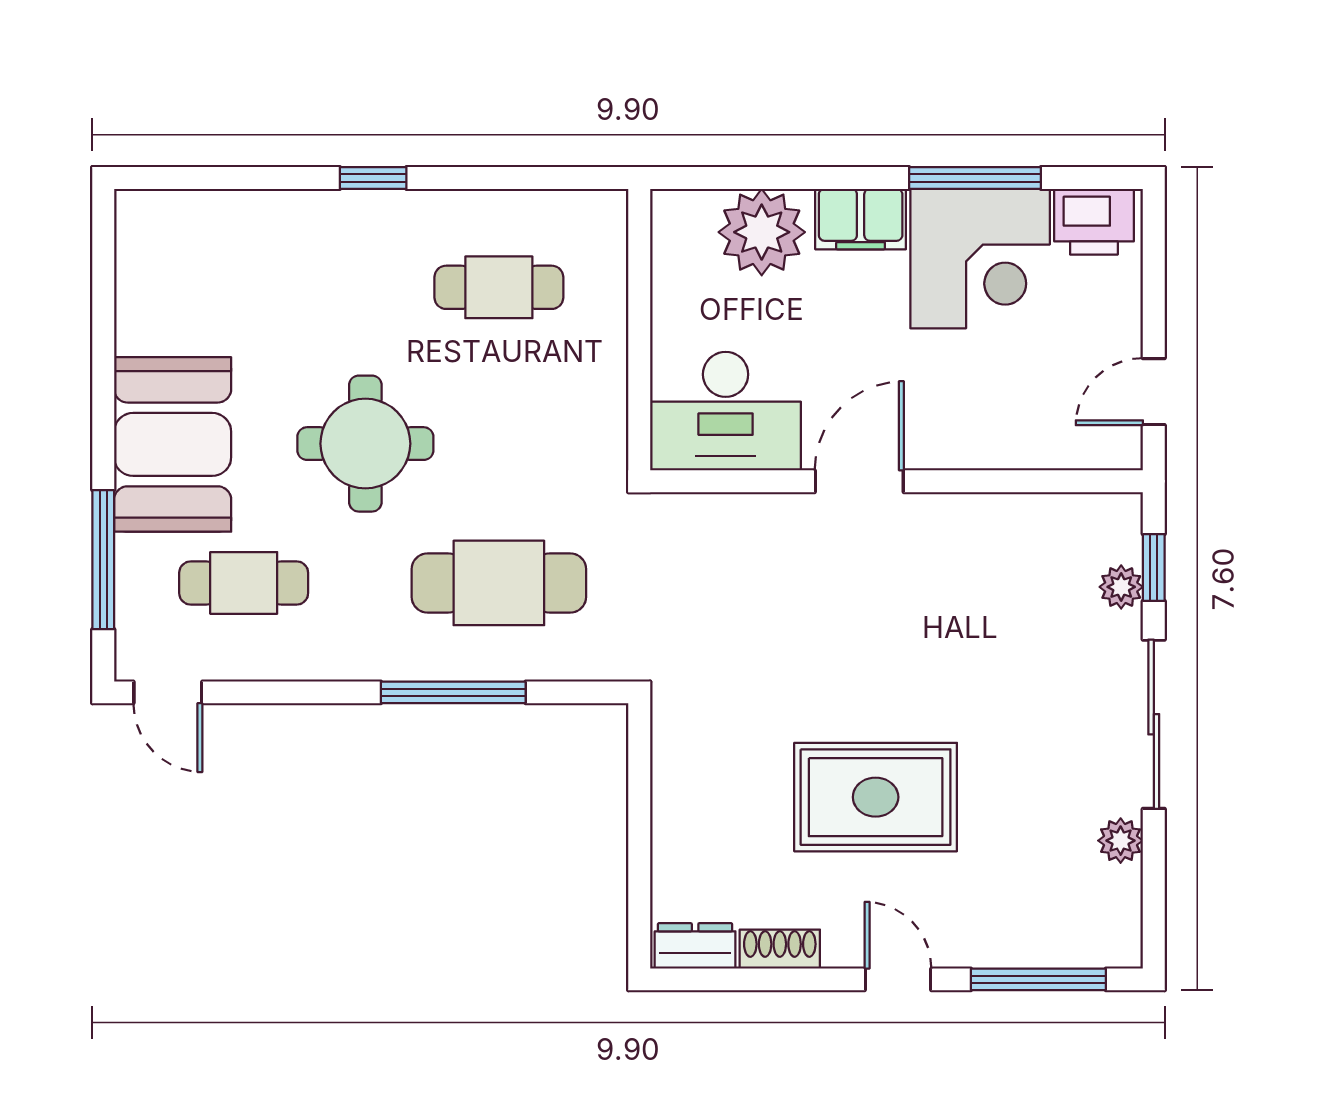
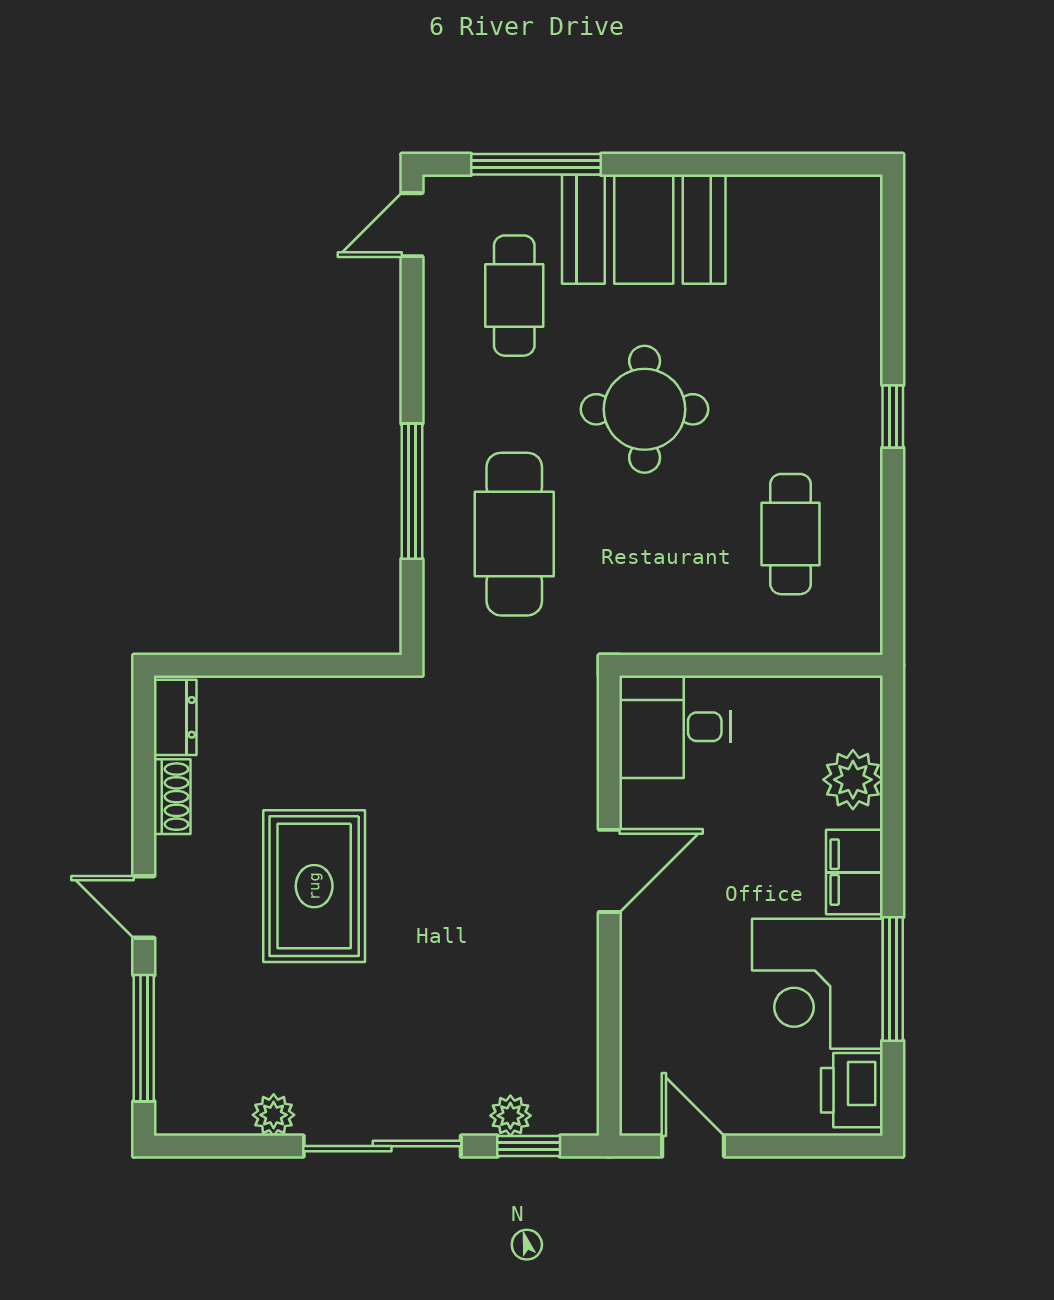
plant: (762, 232) -> (853, 780), width x0.73, depth x0.73
desk: (726, 411) -> (675, 727), width x0.73
door: (859, 481) -> (609, 871), hinge flipped
door: (898, 979) -> (144, 907), swing flipped

